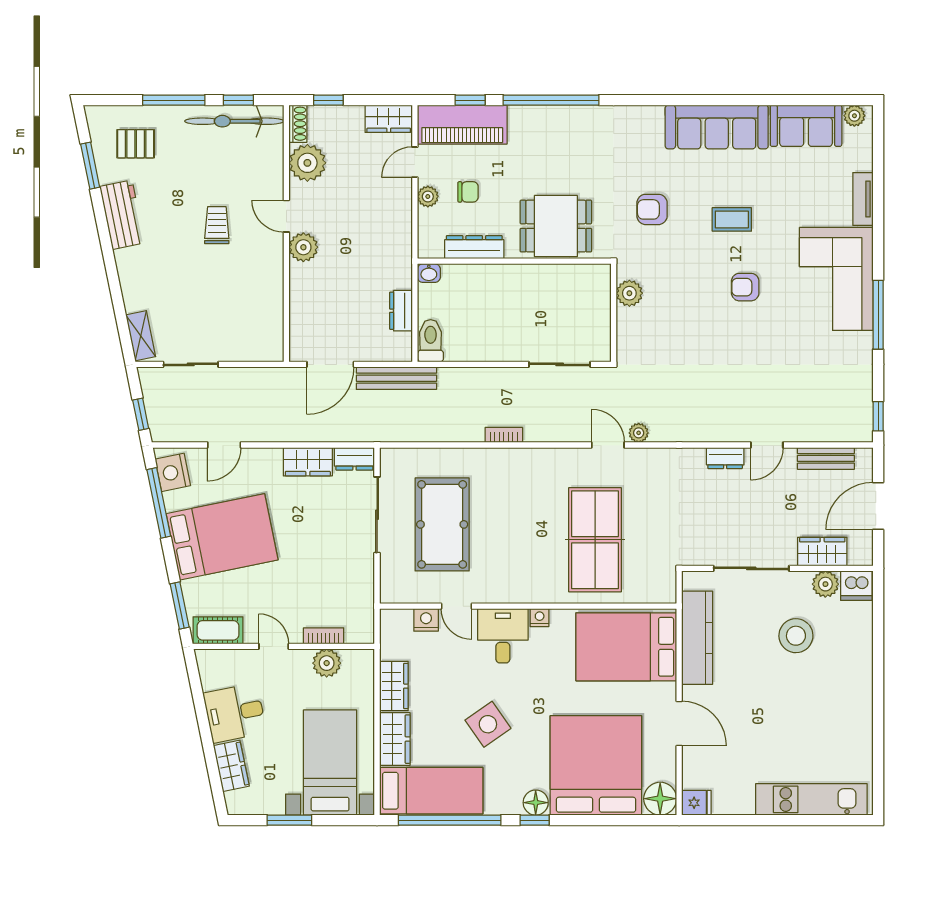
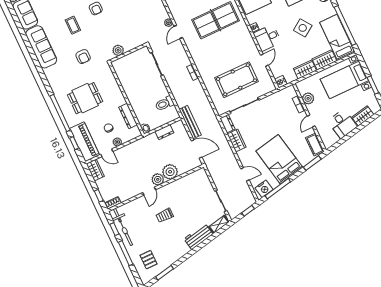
plant: (307, 163) -> (170, 172), moved
workbench: (122, 215) -> (198, 237), moved
dining table: (556, 226) -> (85, 98), moved, turned 90
toilet: (431, 341) -> (165, 104), moved
nightstand: (426, 620) -> (281, 82), moved

